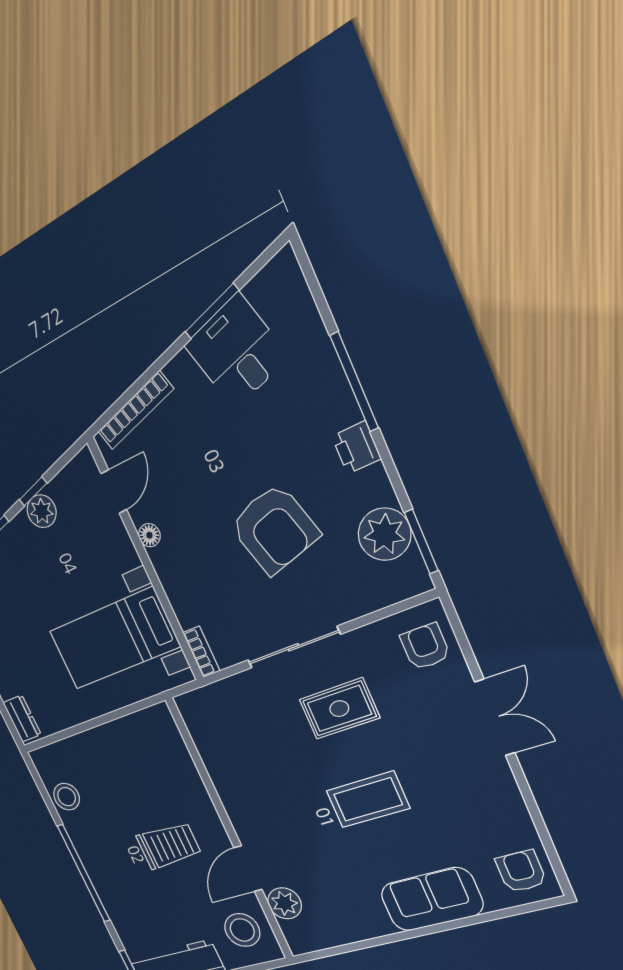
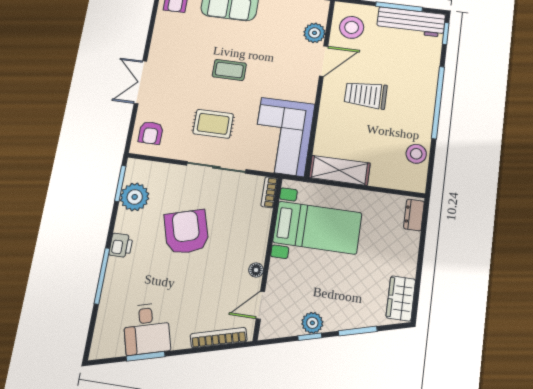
shelving: (136, 730) -> (340, 170), added
corner sofa: (233, 738) -> (283, 137), added
coffee table: (368, 799) -> (229, 70), width x0.73, depth x0.77

